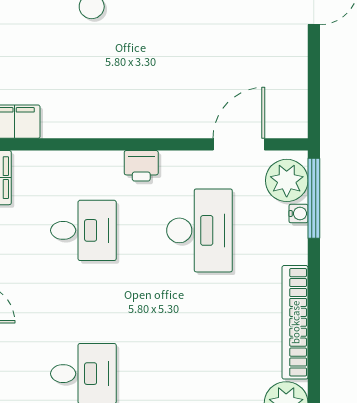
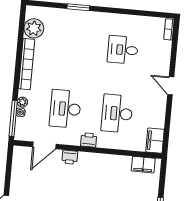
printer: (180, 123) -> (70, 157), added
plant: (287, 180) -> (22, 102), moved, width x0.53, depth x0.53
desk: (83, 230) -> (117, 113), width x1.37

